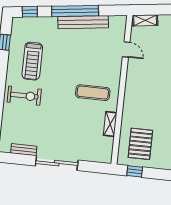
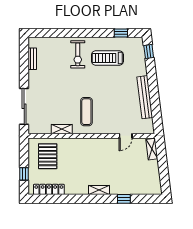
window: (75, 11) -> (153, 89), removed
pallet: (140, 144) -> (48, 156), turned 90
sliding door: (57, 163) -> (24, 106), moved
window: (135, 171) -> (24, 174), moved

